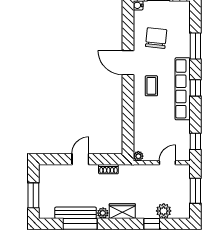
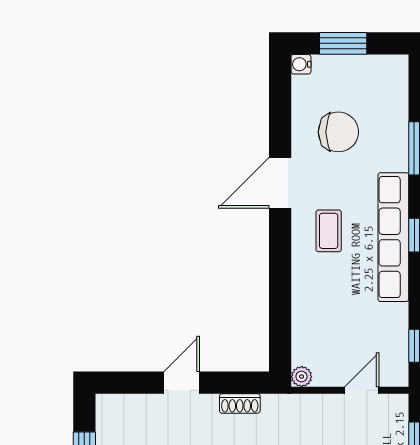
chair: (156, 38) -> (338, 132), turned 84
door: (128, 63) -> (280, 183), hinge flipped

